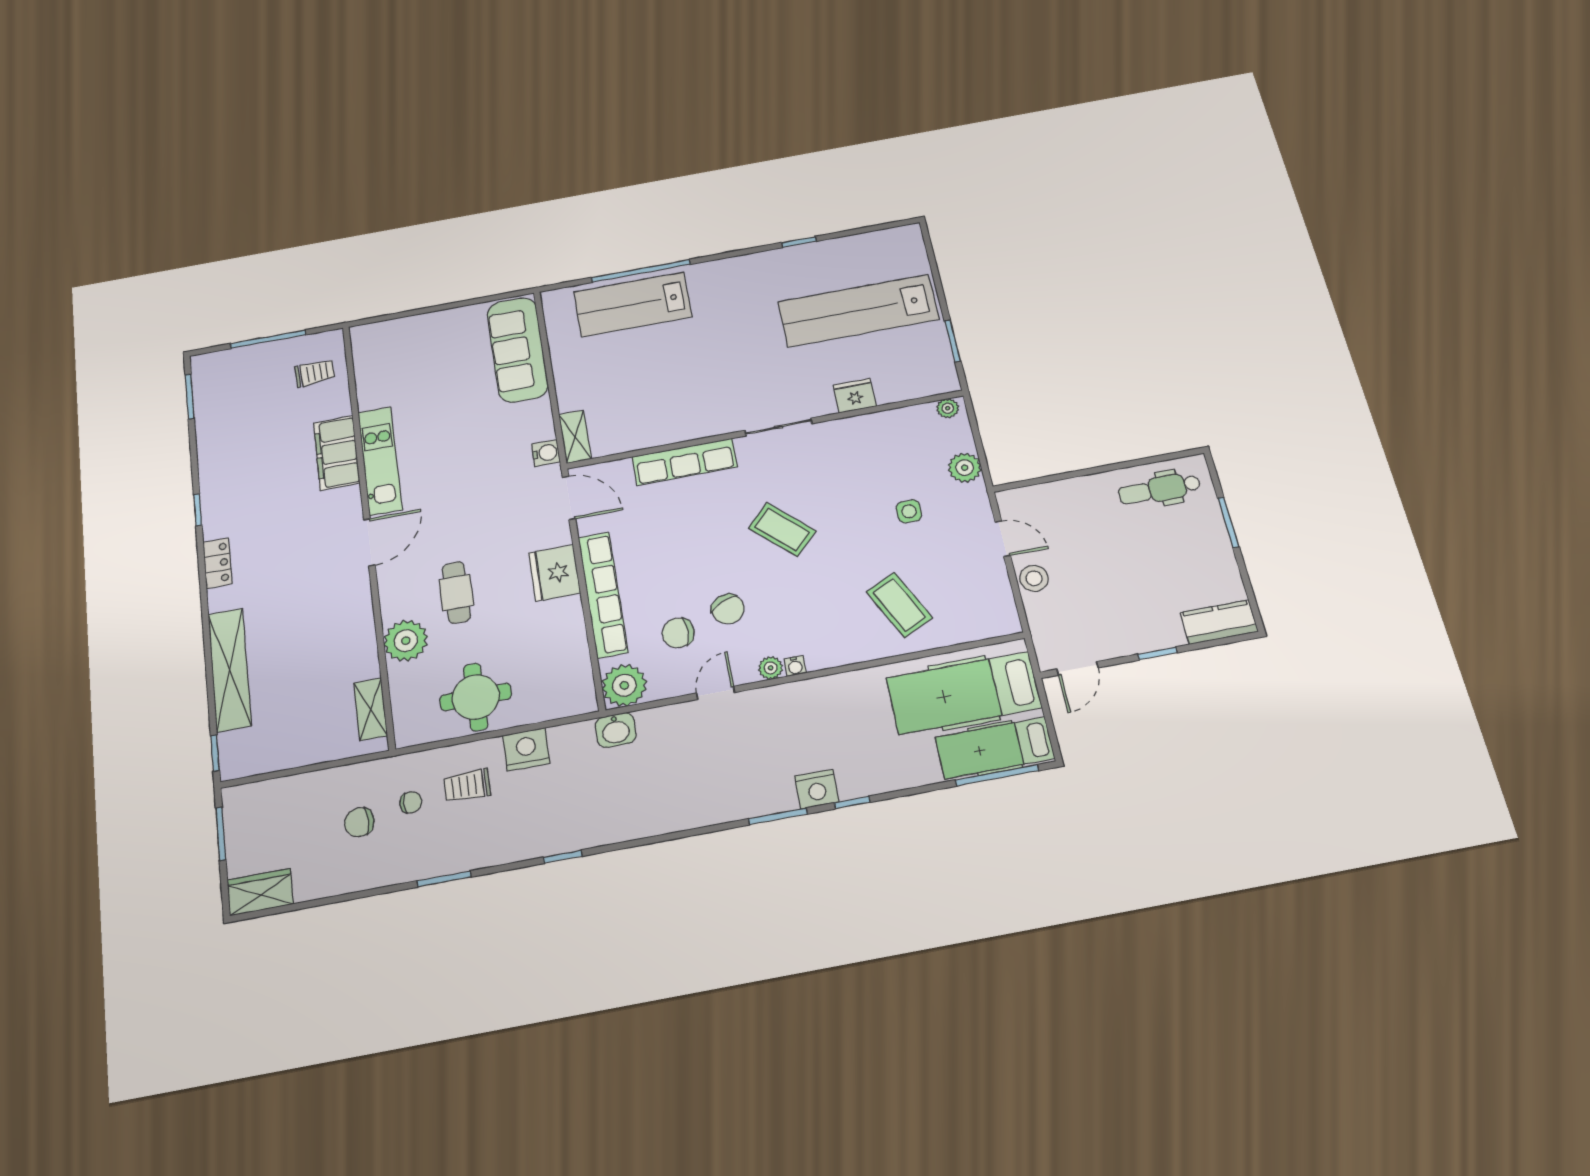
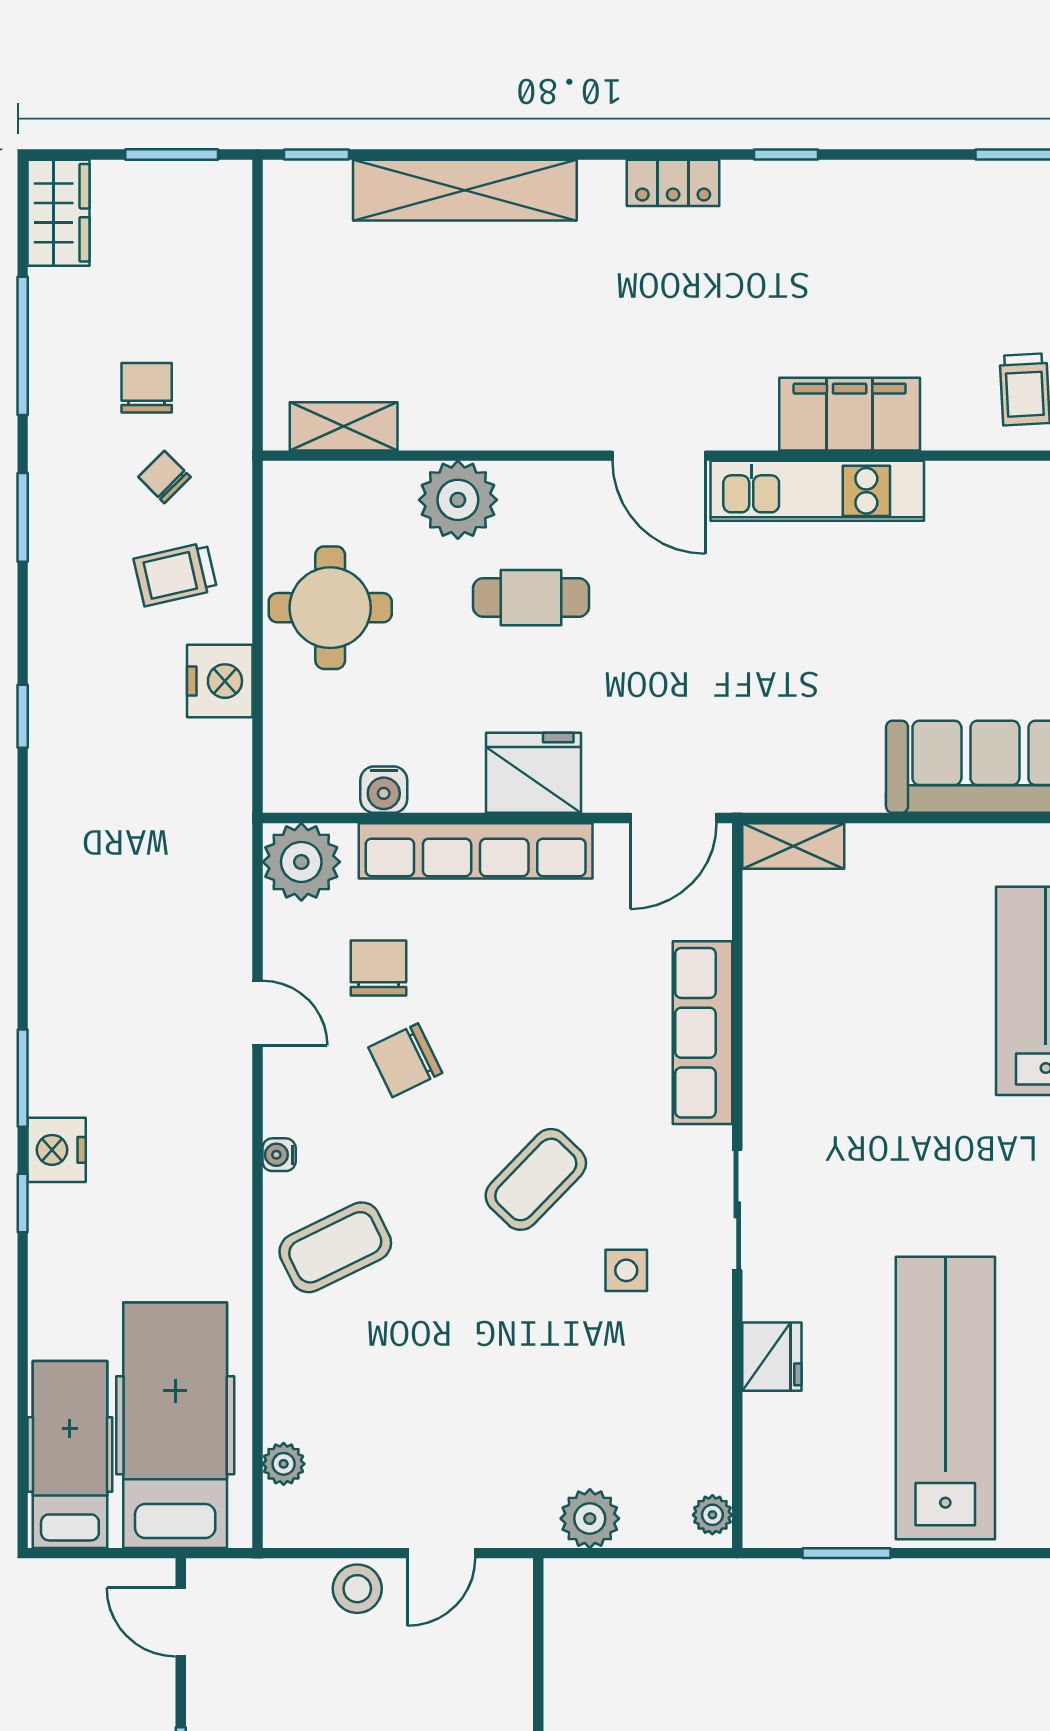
water cooler: (546, 453) -> (384, 790), moved
side table: (909, 511) -> (626, 1270), moved
coffee table: (899, 605) -> (335, 1247), moved
plant: (771, 668) -> (284, 1464), moved
washbasin: (616, 730) -> (224, 835), removed
window: (997, 775) -> (23, 346), moved
trolley: (467, 786) -> (175, 574), turned -103
chair: (411, 802) -> (164, 477), turned 135

